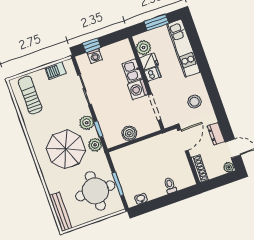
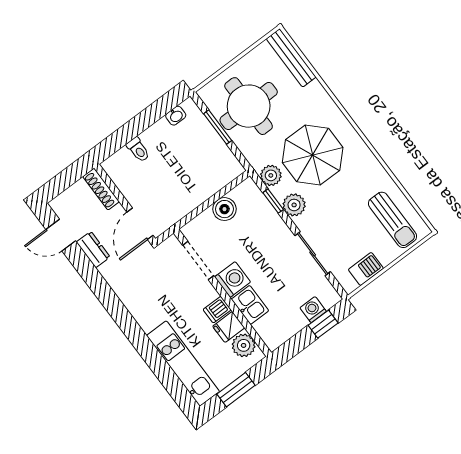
stool: (194, 102) -> (141, 288), removed
plant: (229, 167) -> (58, 205), removed

